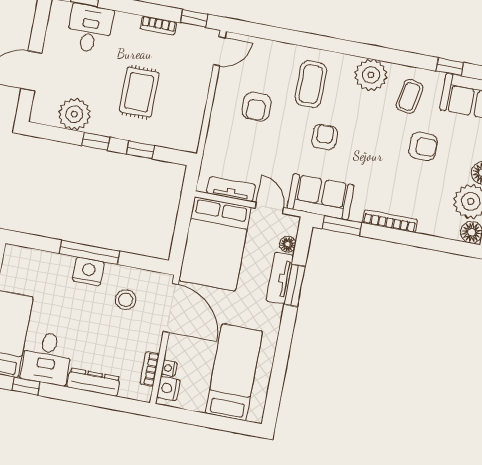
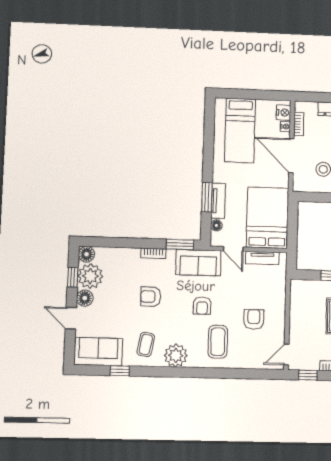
armchair: (423, 146) -> (151, 297), moved
bookcase: (390, 221) -> (153, 253), width x0.64
door: (171, 308) -> (291, 156), moved

